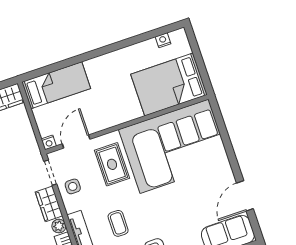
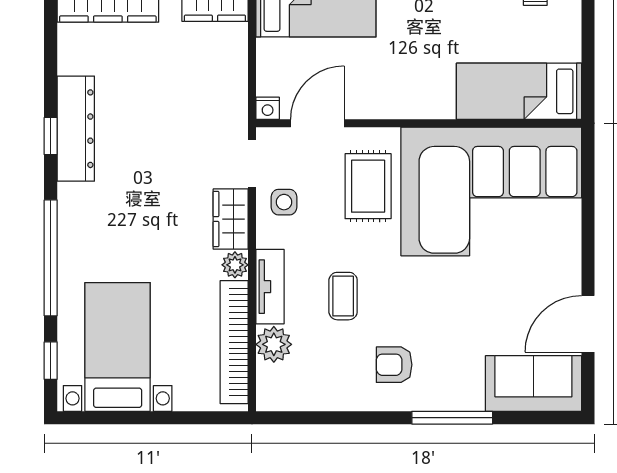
bed: (169, 85) -> (519, 91), width x0.67

